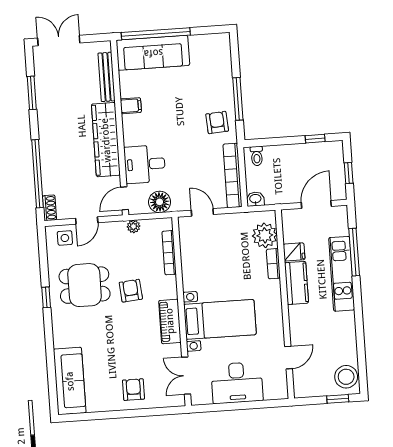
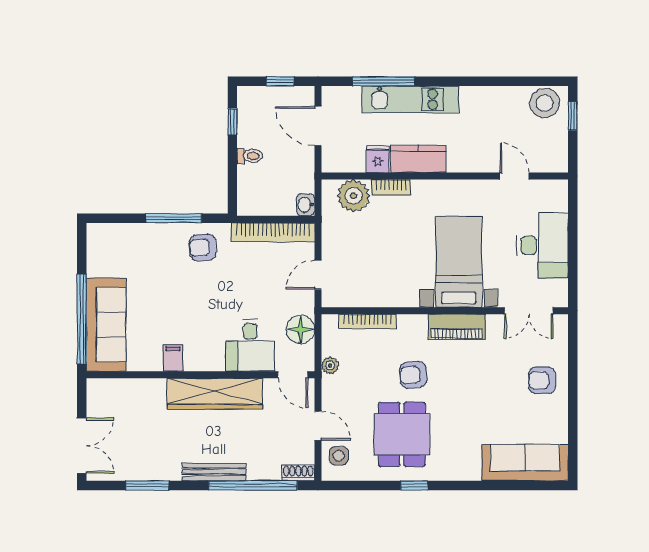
double door: (59, 40) -> (82, 446), swing flipped
bench: (106, 77) -> (214, 472), moved
toilet: (257, 156) -> (250, 156), moved

